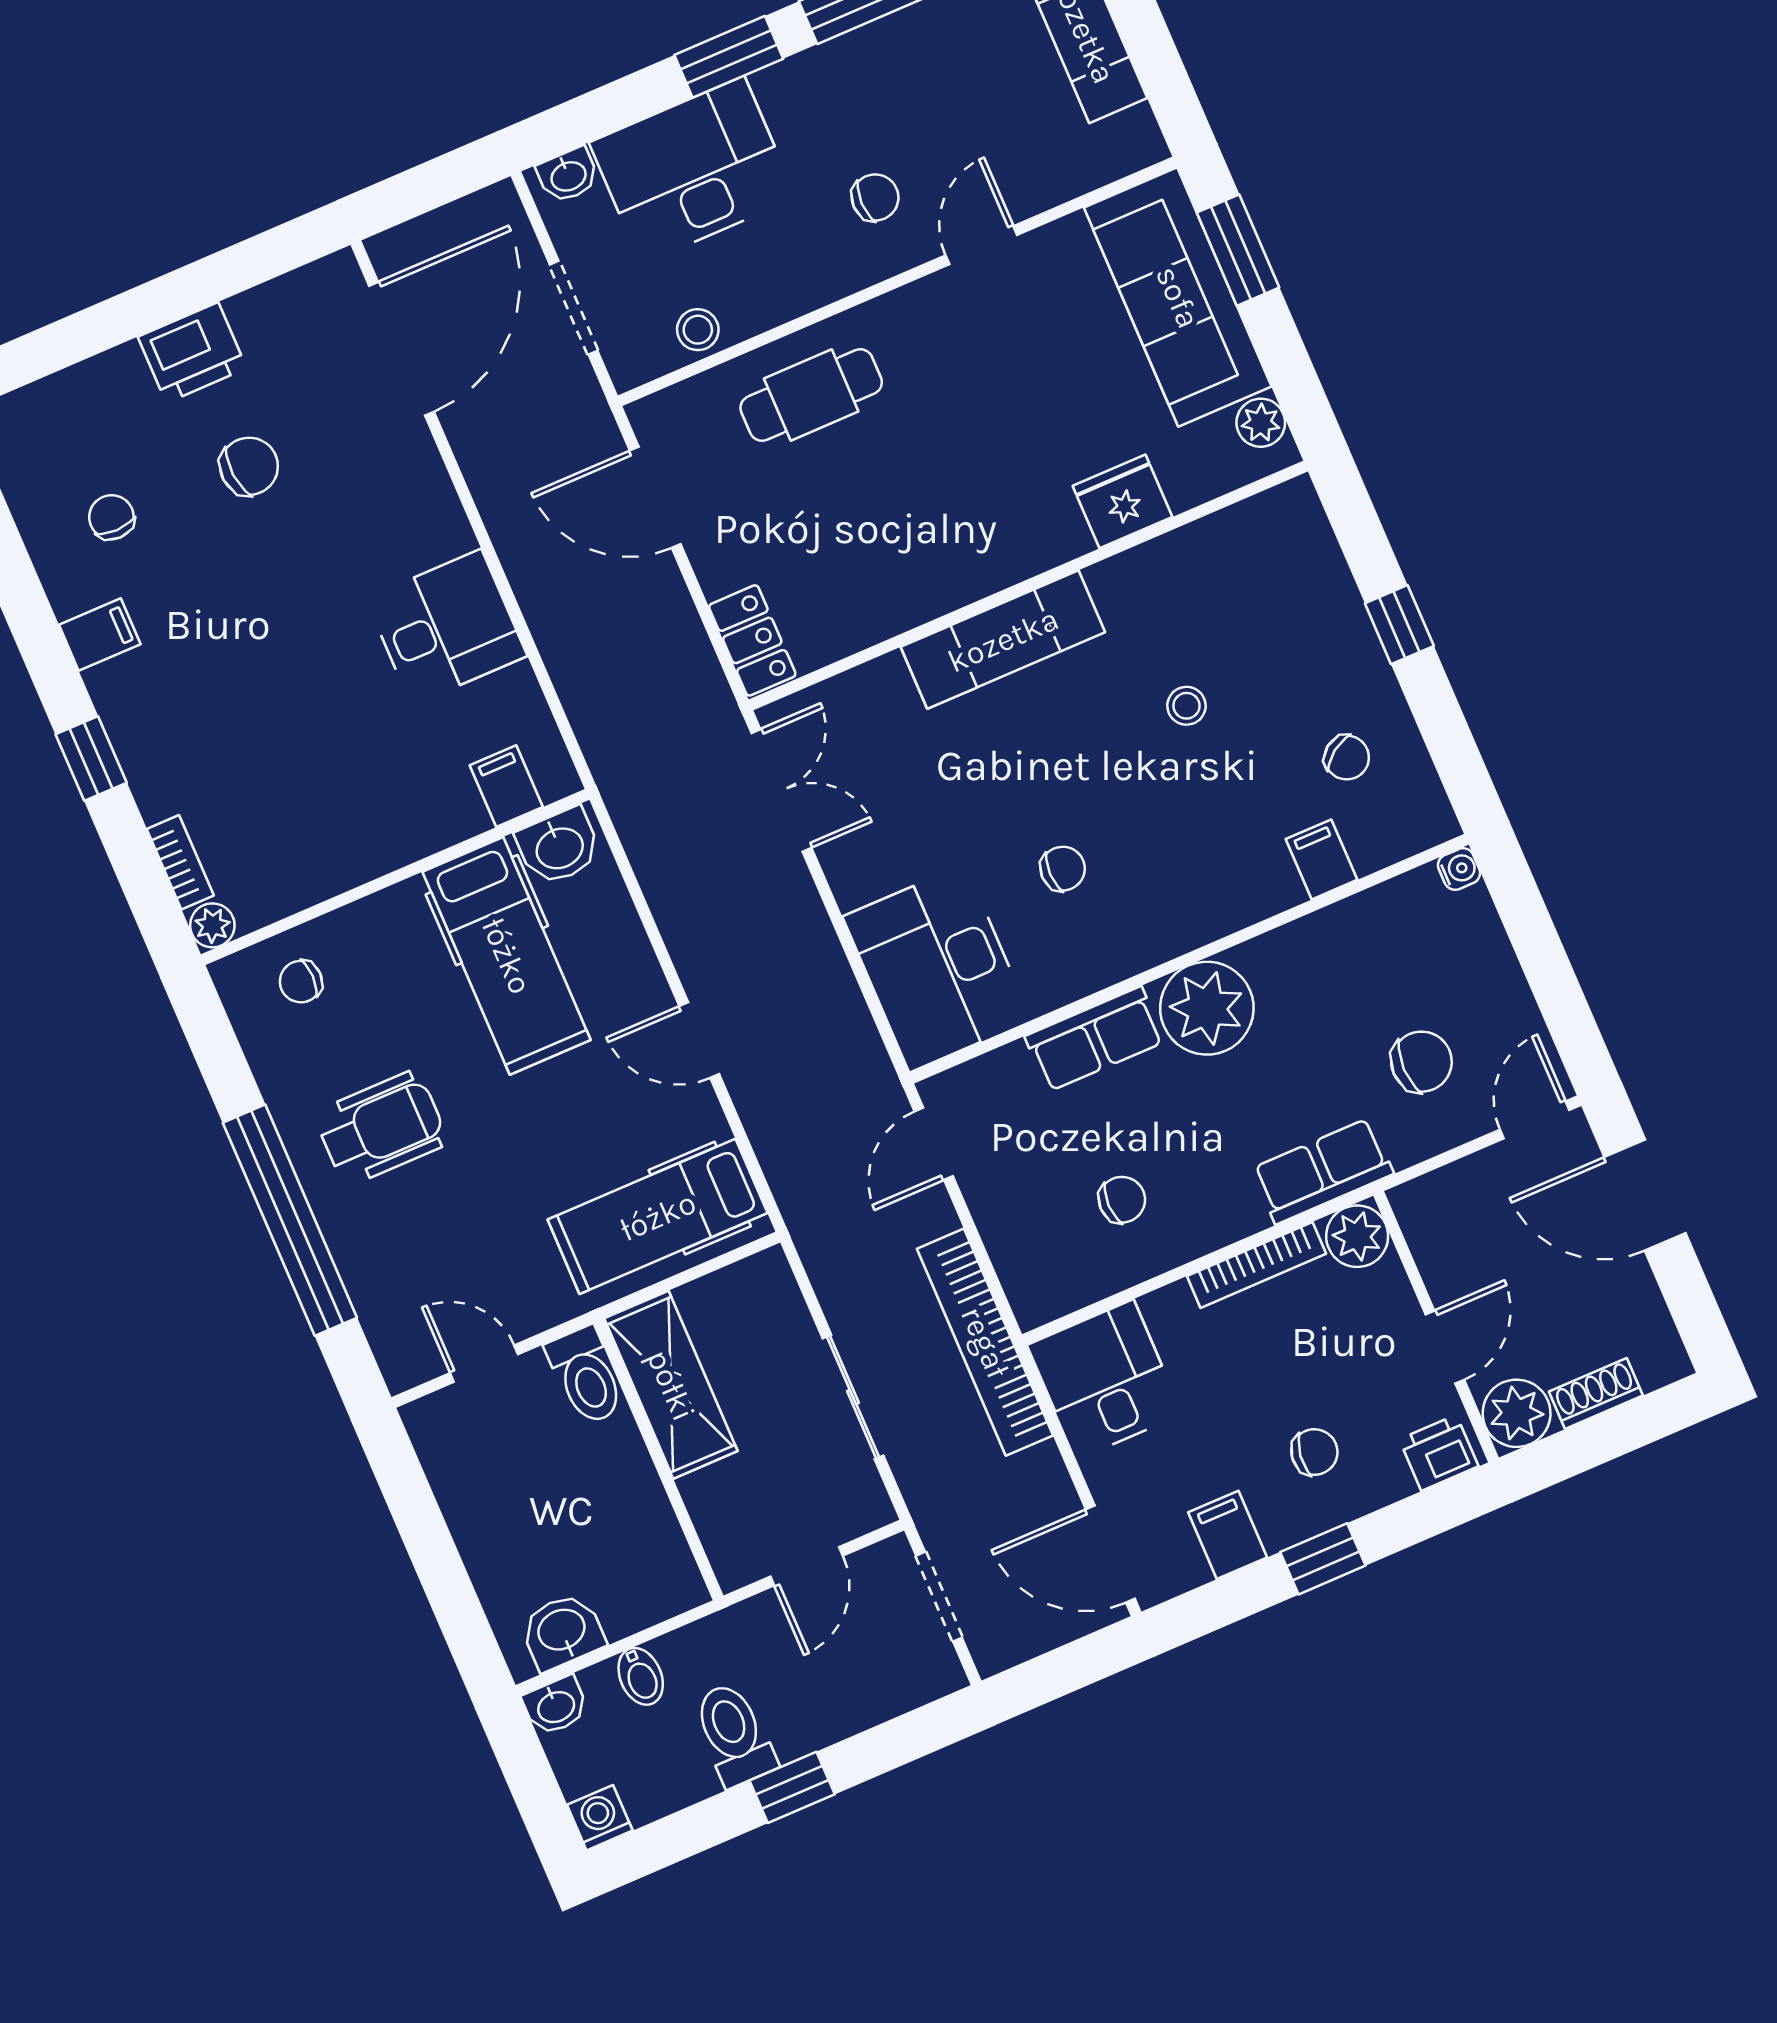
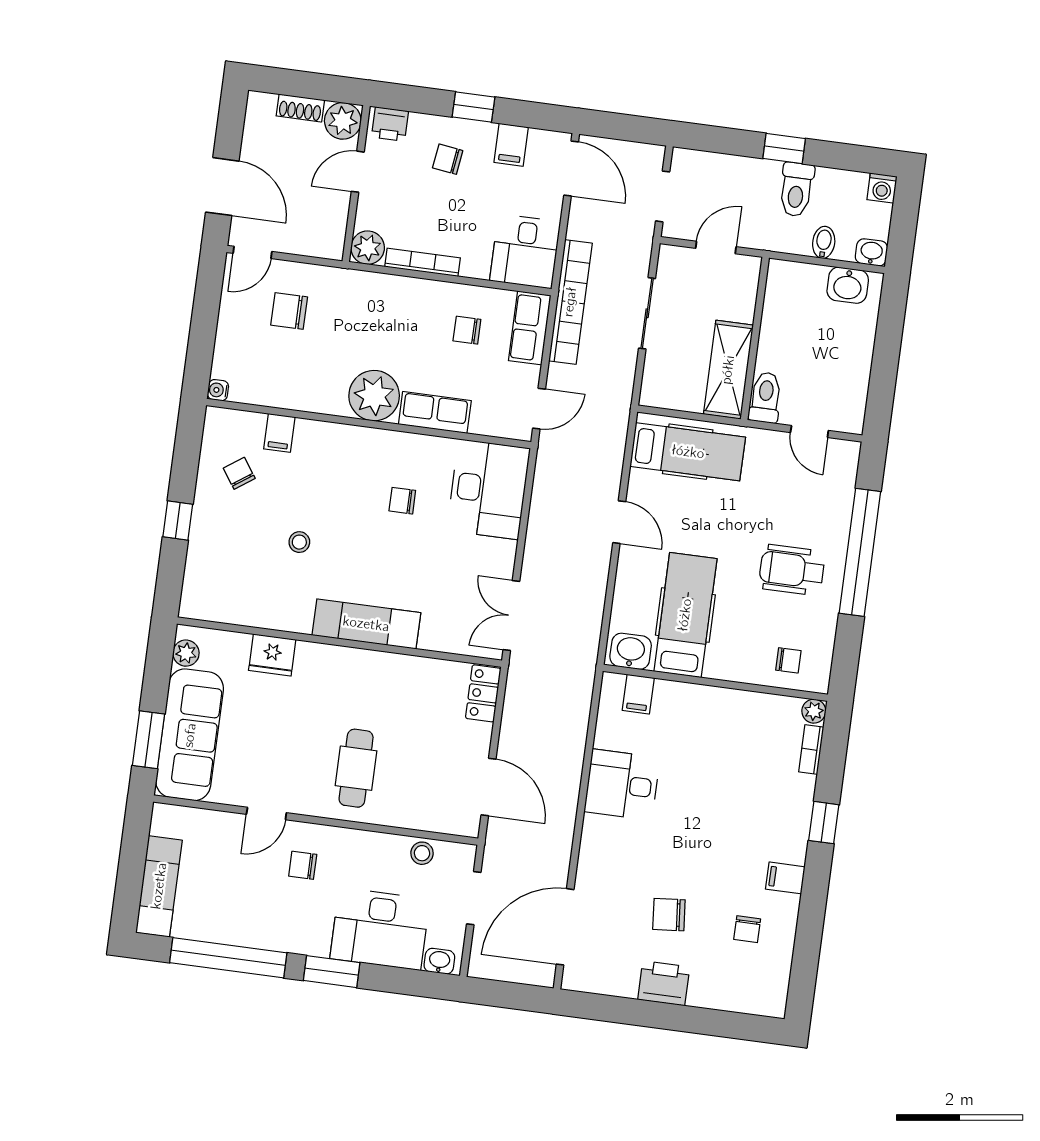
cafe table: (811, 395) -> (356, 768), moved, turned 90
row of seats: (1323, 1171) -> (530, 328), moved, turned 90

